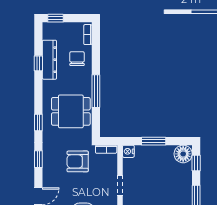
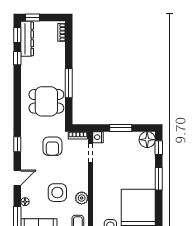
chair: (77, 59) -> (52, 54), removed
dresser: (49, 60) -> (27, 39), moved
window: (38, 123) -> (17, 35), moved
armchair: (78, 161) -> (52, 146), turned -90
doorway: (120, 185) -> (90, 153), moved

